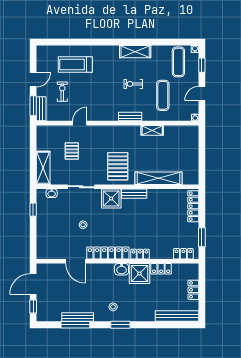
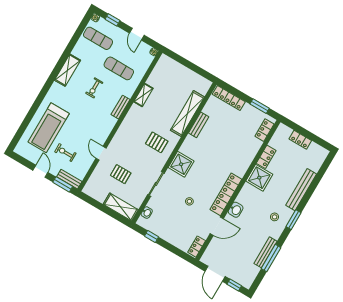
treadmill: (75, 65) -> (49, 128), width x1.37, depth x1.38
pallet: (118, 166) -> (157, 142), width x0.67, depth x0.71
bench: (134, 194) -> (199, 125), moved
locker: (140, 254) -> (197, 247), moved
washbasin: (122, 269) -> (236, 210), moved
bench: (177, 316) -> (301, 190), moved

